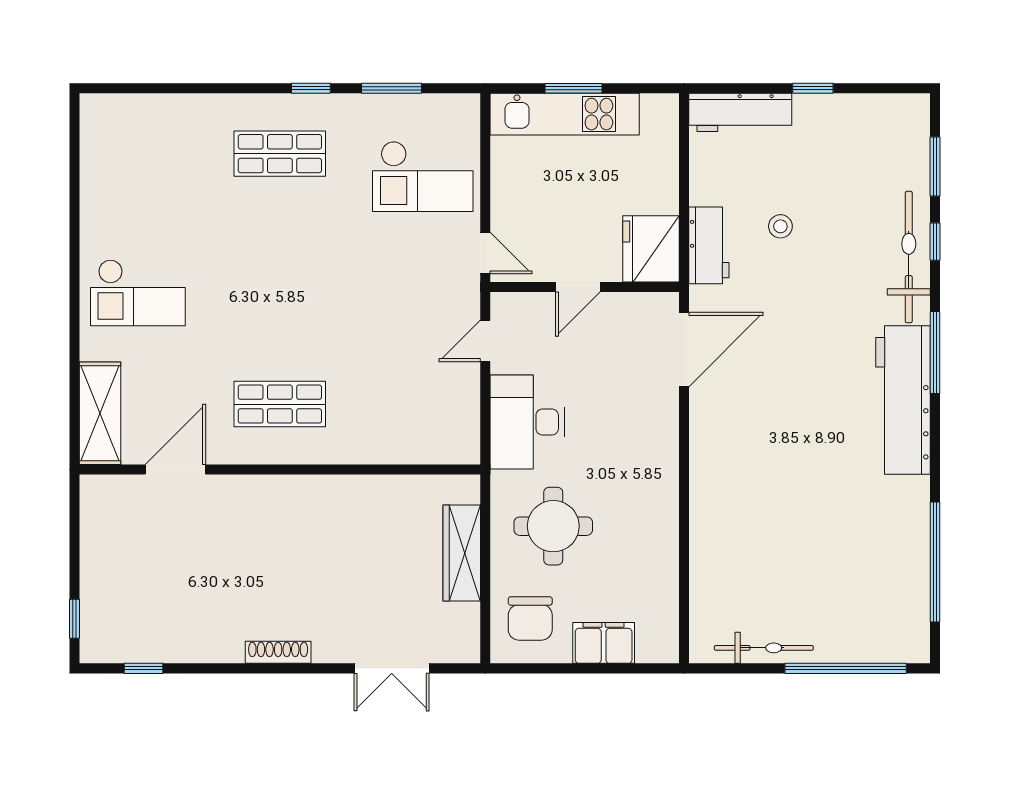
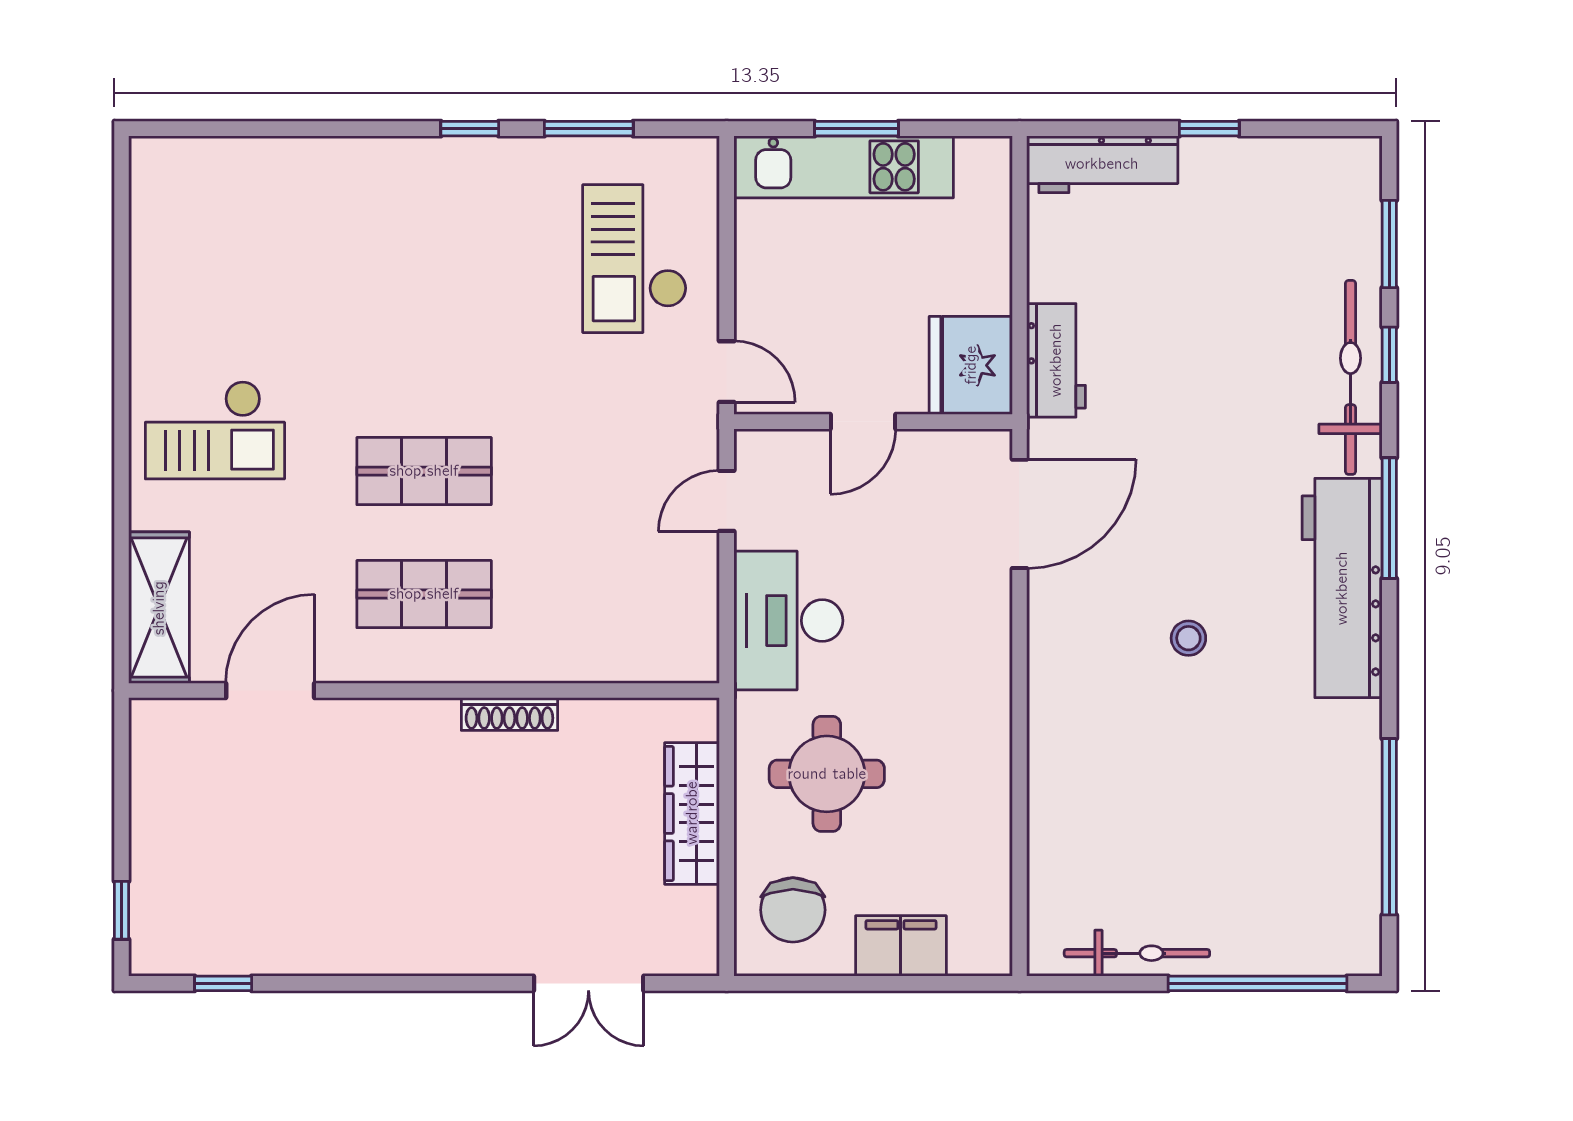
shop shelf: (280, 154) -> (424, 471), moved
checkout: (423, 176) -> (635, 259), turned 90
stool: (780, 226) -> (1188, 638), moved
shoe rack: (278, 652) -> (509, 714), moved, turned 180

